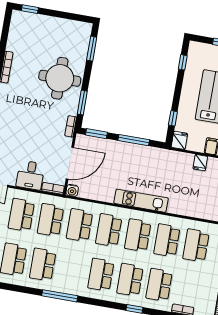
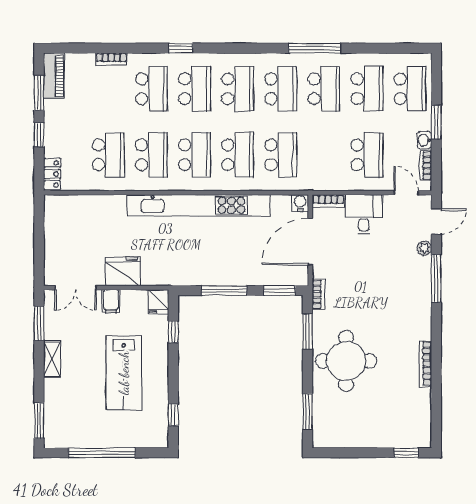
fridge: (200, 163) -> (123, 271), width x1.88, depth x1.34
kitchen unit: (141, 201) -> (198, 205), width x1.86
school desk: (50, 220) -> (281, 89), moved
window: (60, 296) -> (315, 48), moved

